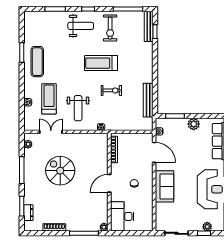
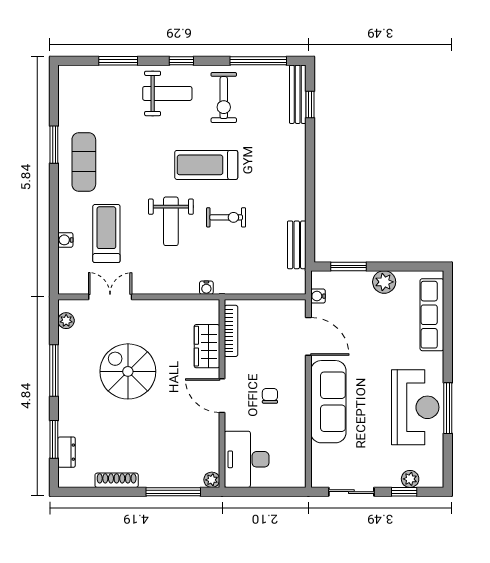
bench: (148, 100) -> (297, 245), width x0.73
weight bench: (78, 108) -> (171, 221), moved
wardrobe: (101, 157) -> (207, 346), added
door: (109, 183) -> (222, 396), hinge flipped
sofa: (165, 186) -> (328, 402), width x1.36

